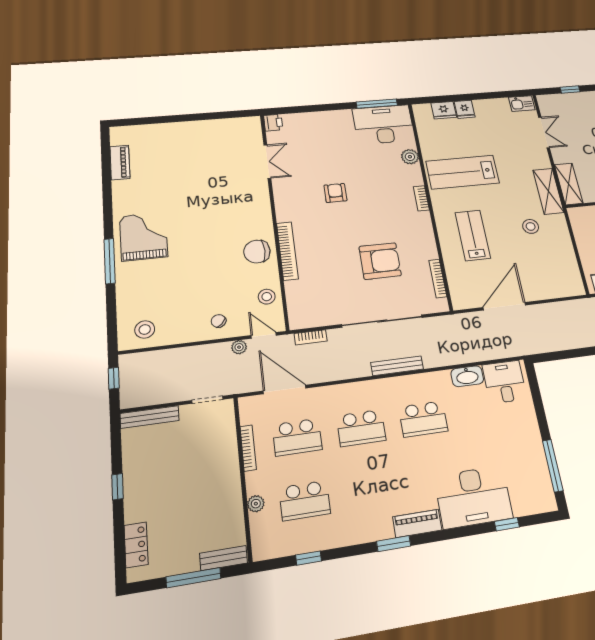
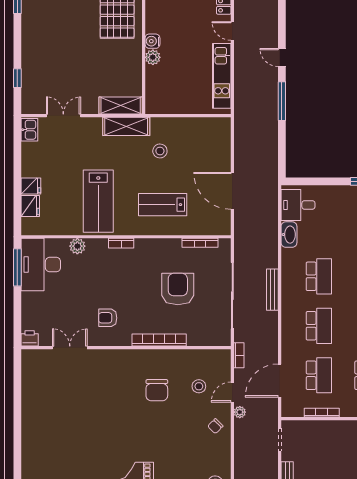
printer: (273, 123) -> (30, 338), moved
double door: (267, 161) -> (70, 348), moved
wall: (274, 217) -> (126, 348), moved
bookcase: (287, 251) -> (159, 340), moved

